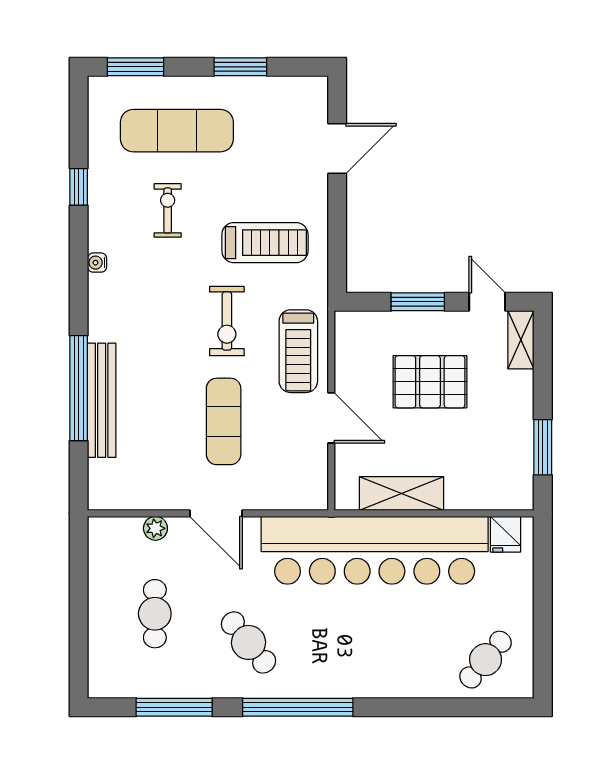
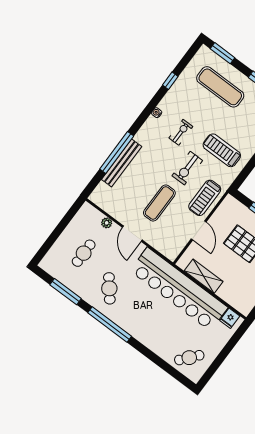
exercise bike: (168, 210) -> (181, 132), moved
treadmill: (265, 243) -> (222, 150), turned 180

